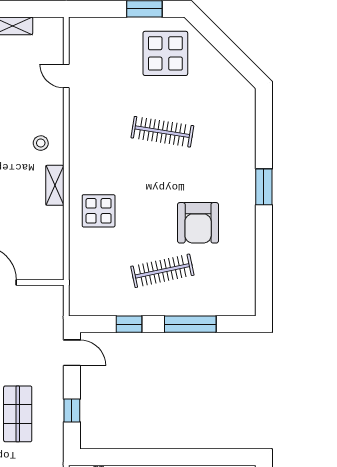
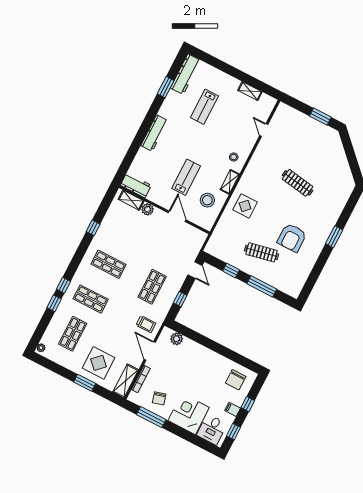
display table: (165, 53) -> (319, 144), removed
stool: (34, 232) -> (207, 200), added

